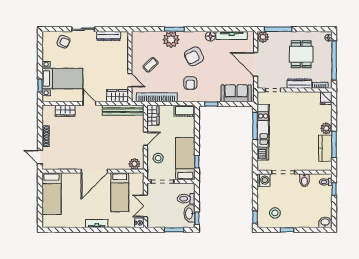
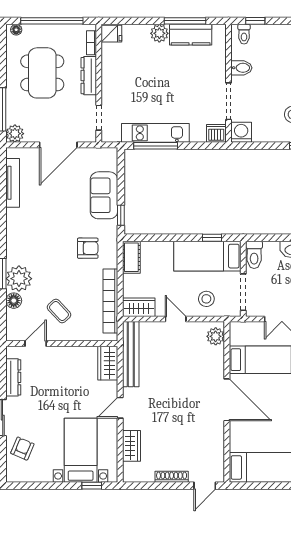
floor lamp: (210, 36) -> (14, 301), moved
dining table: (301, 54) -> (42, 73), width x1.38
armchair: (194, 56) -> (46, 242), removed
door: (130, 80) -> (36, 344), moved
sofa: (236, 93) -> (104, 195), moved
dishwasher: (263, 154) -> (216, 133), moved
toilet: (186, 199) -> (254, 255), moved

